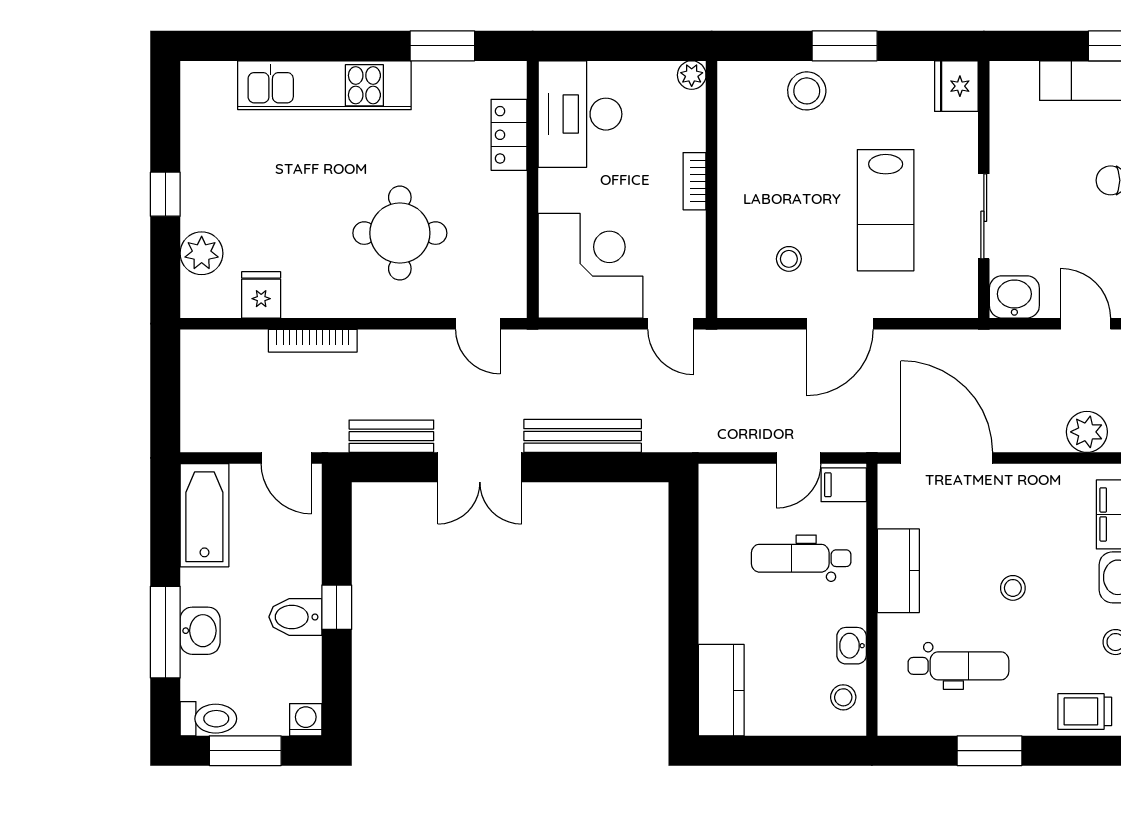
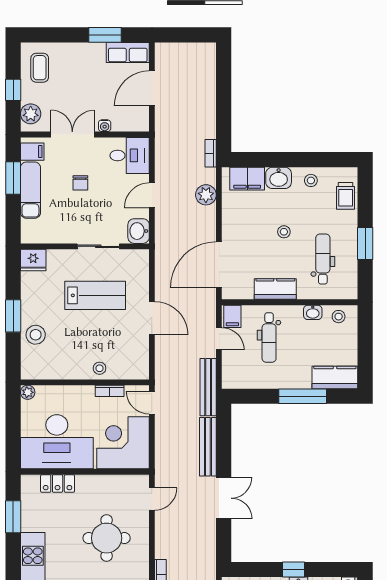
desk: (580, 114) -> (57, 442), width x1.36, depth x1.30
bookcase: (695, 181) -> (110, 391), moved
stool: (789, 259) -> (100, 368), moved
door: (671, 324) -> (152, 403), swing flipped
bench: (391, 436) -> (208, 387), moved, width x1.36
window: (684, 625) -> (303, 396), added

